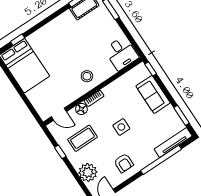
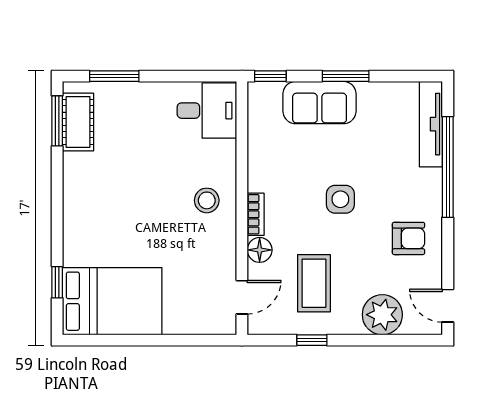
window: (182, 115) -> (346, 76), moved

